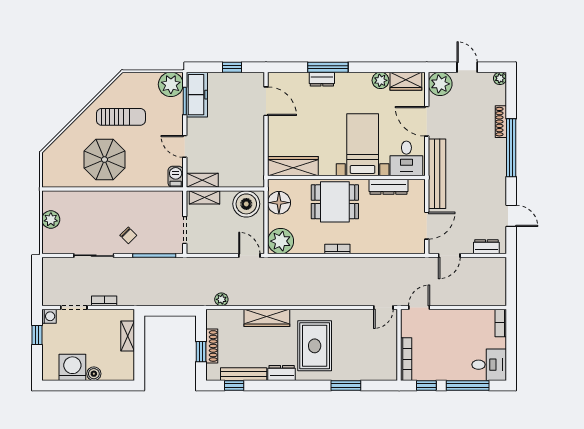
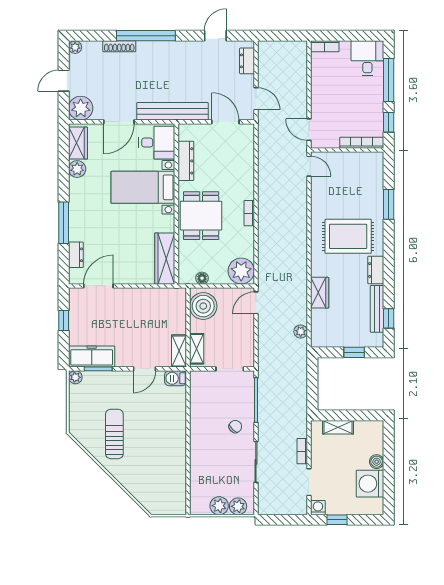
dresser: (322, 79) -> (76, 255), moved
plant: (171, 84) -> (75, 377), width x0.53, depth x0.53
parasol: (105, 160) -> (158, 451), removed
floor lamp: (279, 203) -> (202, 278), width x0.53, depth x0.53
plant: (50, 238) -> (238, 506), added
wardrobe: (267, 318) -> (320, 293), width x0.67
shoe rack: (212, 346) -> (348, 341), removed

